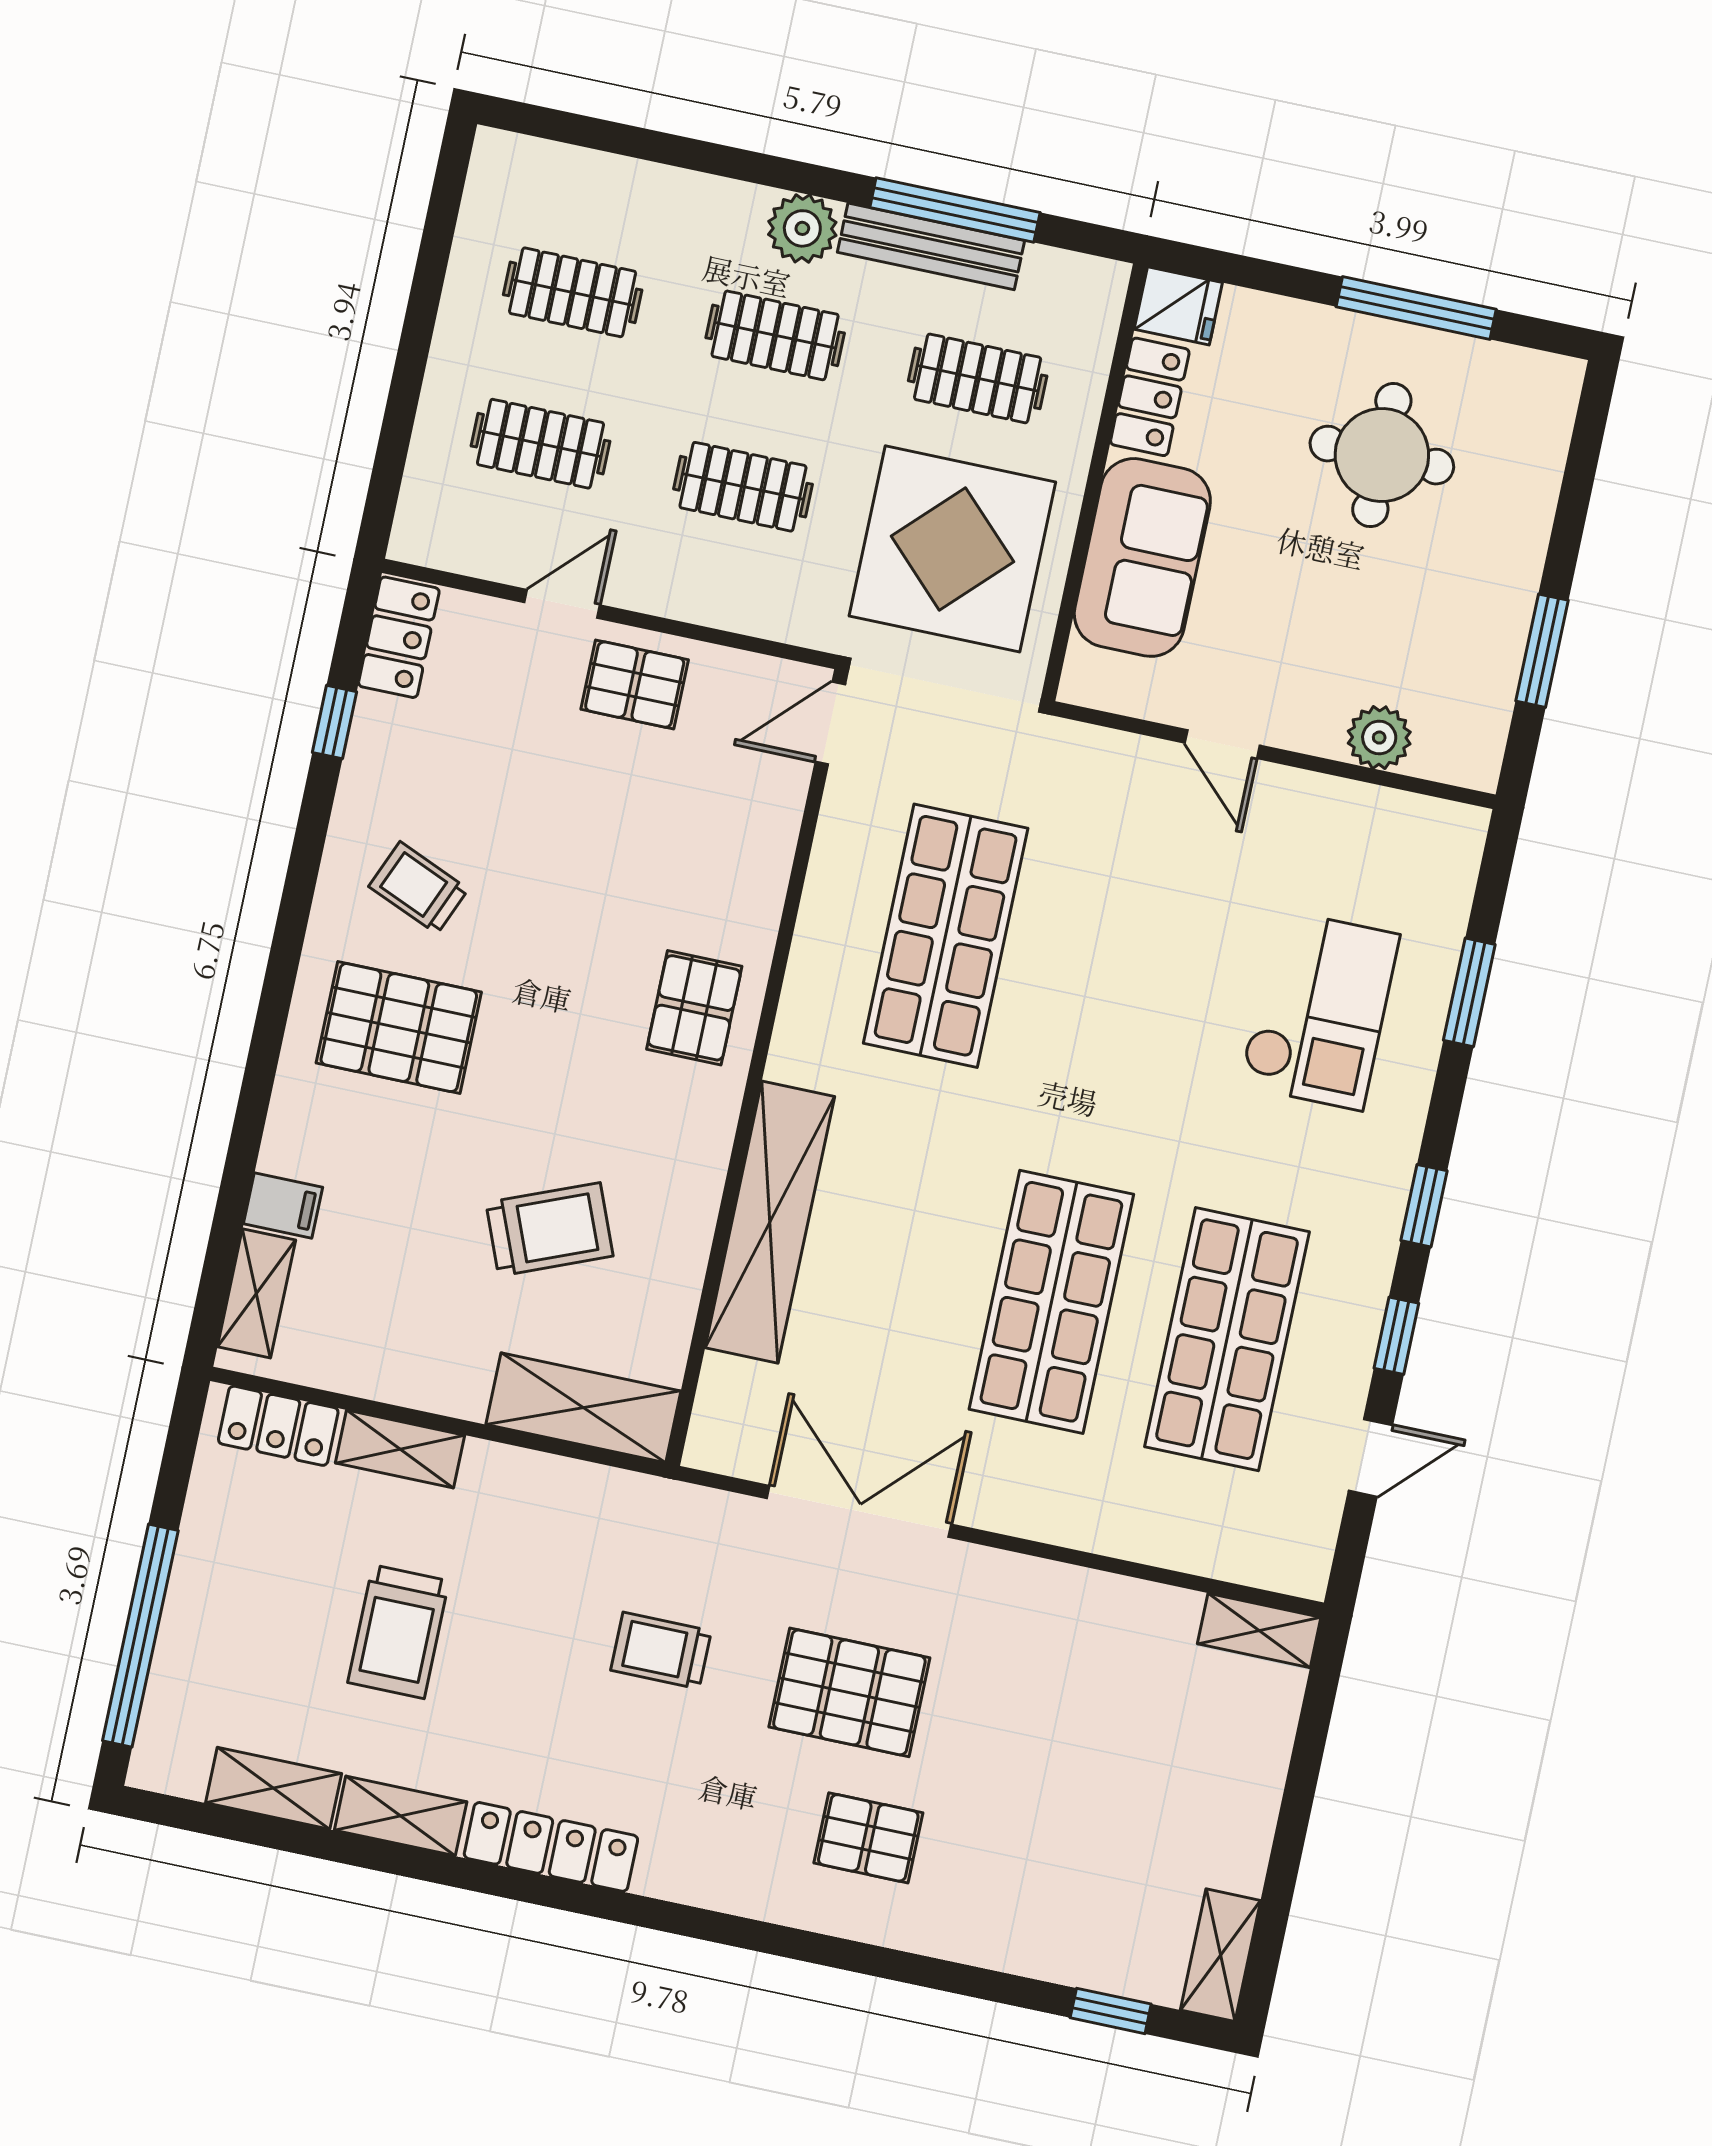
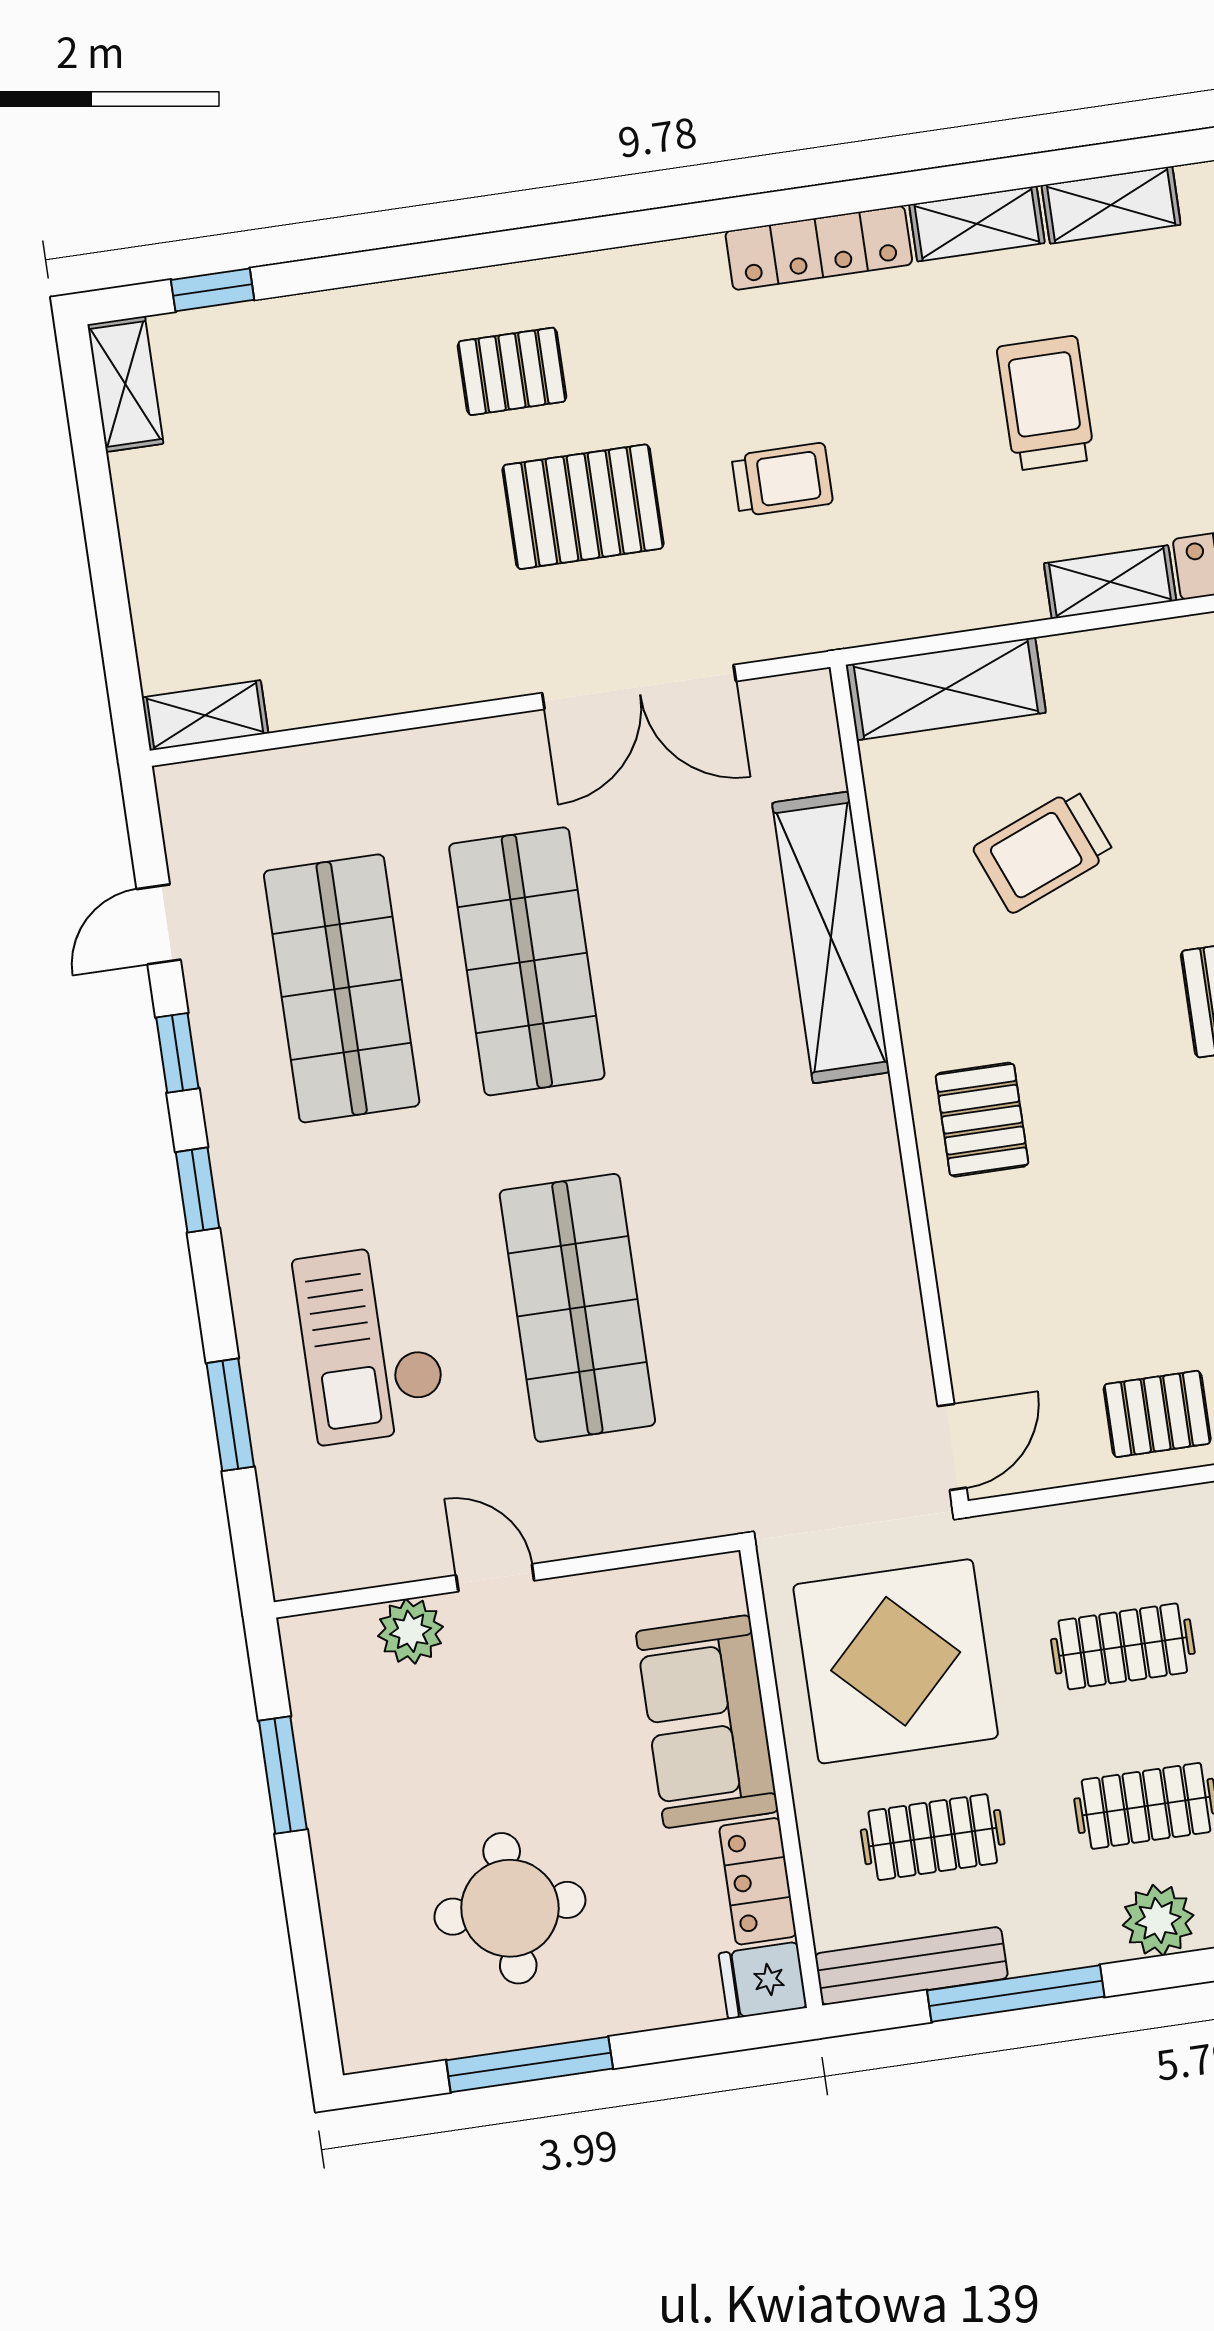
bench: (931, 246) -> (911, 1966), moved
door: (1222, 744) -> (495, 1578), moved
shop shelf: (946, 936) -> (577, 1308), moved

